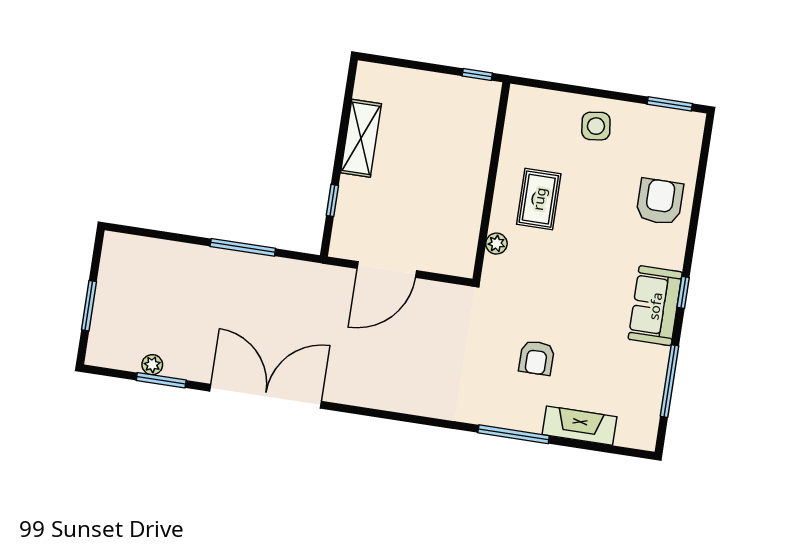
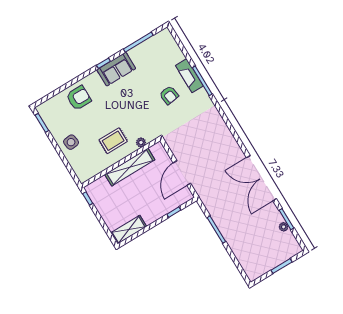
shelving: (361, 138) -> (129, 230), moved
shelving: (471, 190) -> (130, 167), added
armchair: (660, 202) -> (79, 98), turned 180
door: (387, 269) -> (182, 173), swing flipped
armchair: (537, 358) -> (169, 95), turned 82
fireplace: (580, 426) -> (189, 76), moved

